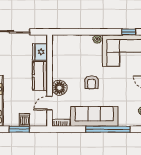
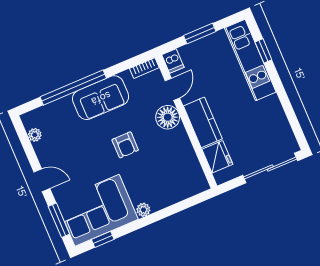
armchair: (92, 82) -> (125, 145), turned 180
sofa: (94, 116) -> (101, 98), width x0.73
dishwasher: (24, 120) -> (173, 61), moved

